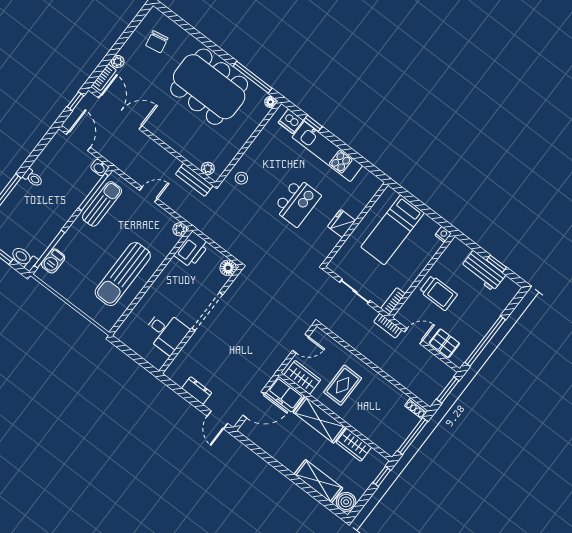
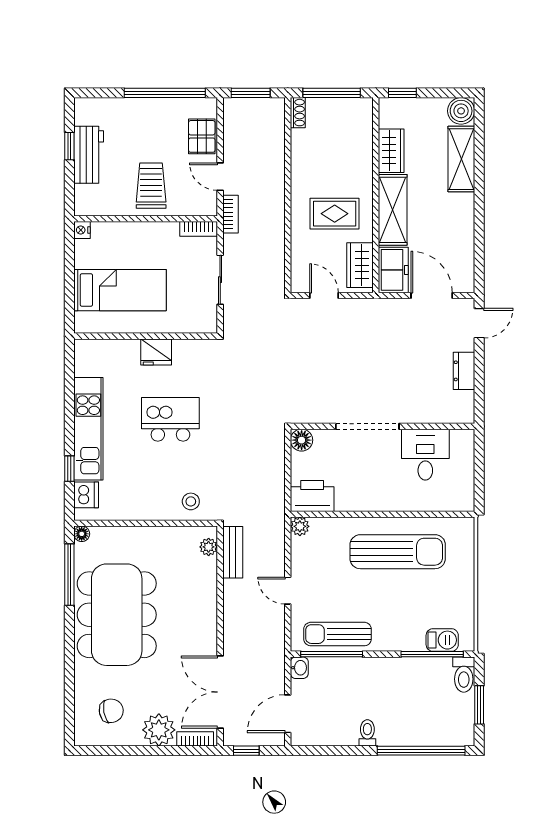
plant: (118, 62) -> (159, 730), width x1.88, depth x1.88

